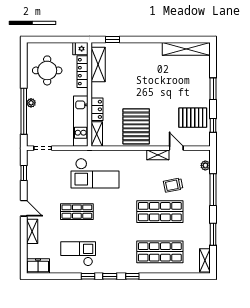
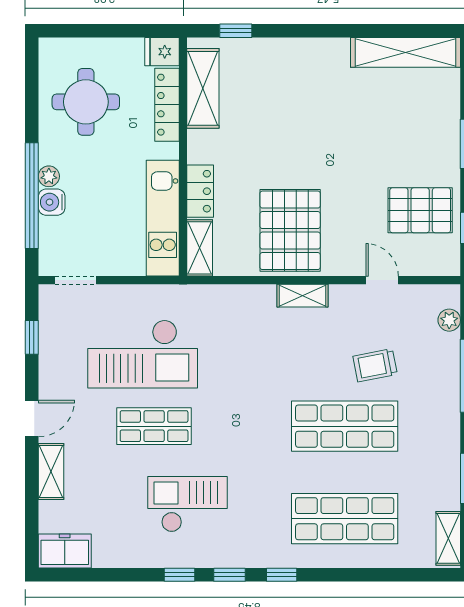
water cooler: (32, 114) -> (52, 202), added
shelving: (158, 155) -> (302, 296), moved
checkout: (95, 173) -> (143, 354), moved
door: (24, 208) -> (32, 419), hinge flipped
checkout: (78, 254) -> (187, 504), moved

